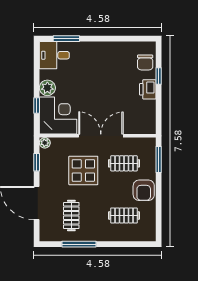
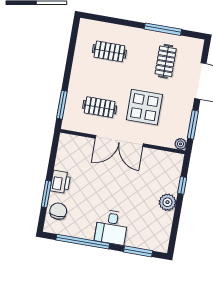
window: (118, 39) -> (83, 242), added
desk: (54, 55) -> (112, 227), moved, turned 90
window: (159, 76) -> (46, 194), width x1.50
corner desk: (58, 116) -> (161, 171), removed
window: (37, 162) -> (193, 125), width x1.50
armchair: (144, 190) -> (84, 75), removed

